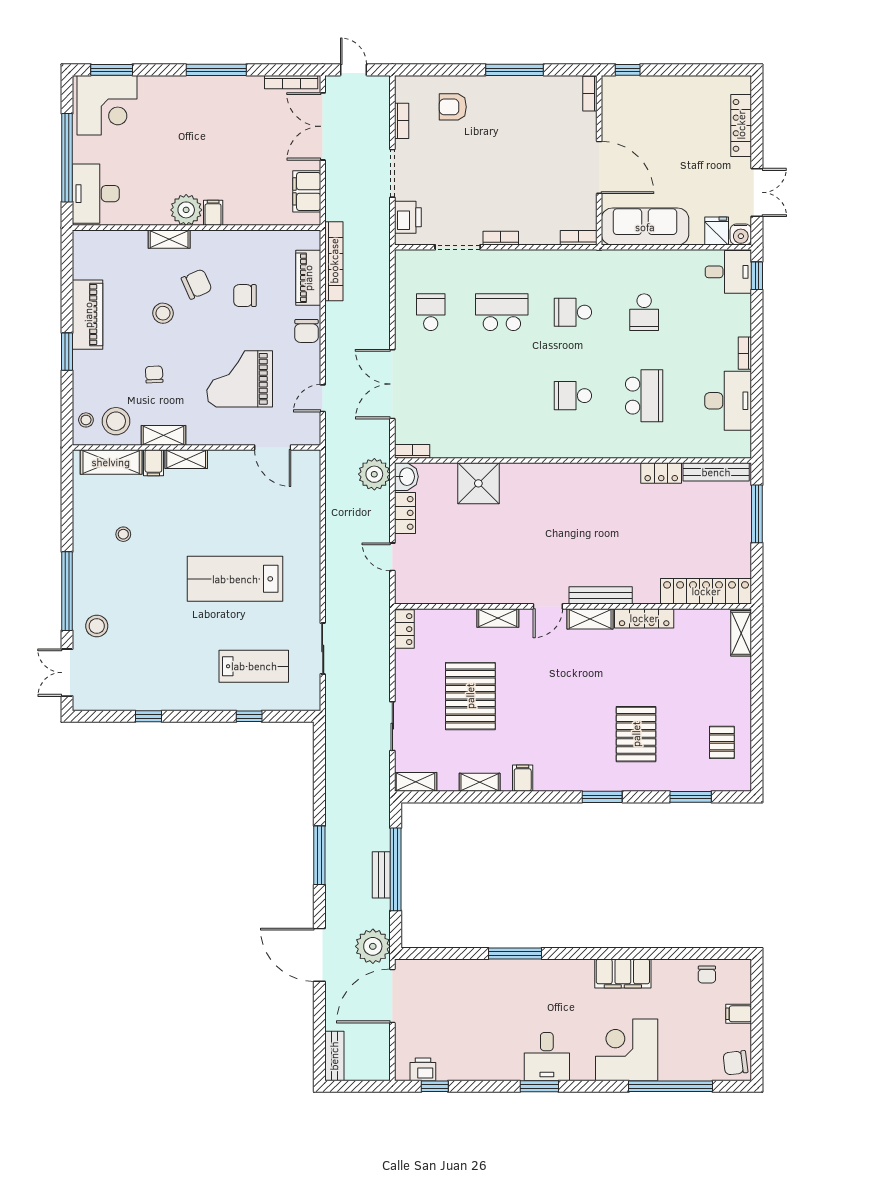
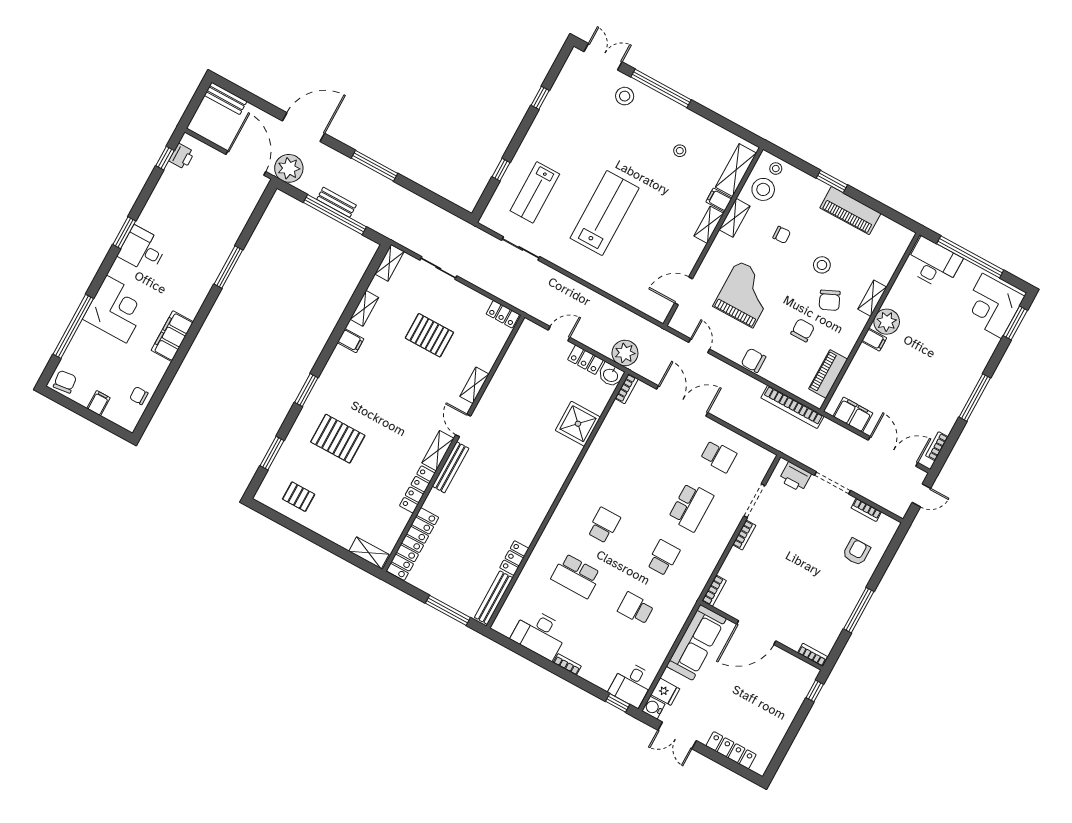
bookcase: (291, 82) -> (937, 446), width x0.64
piano: (308, 278) -> (828, 374), moved, turned -90
pallet: (470, 696) -> (429, 335), width x0.73, depth x0.71

